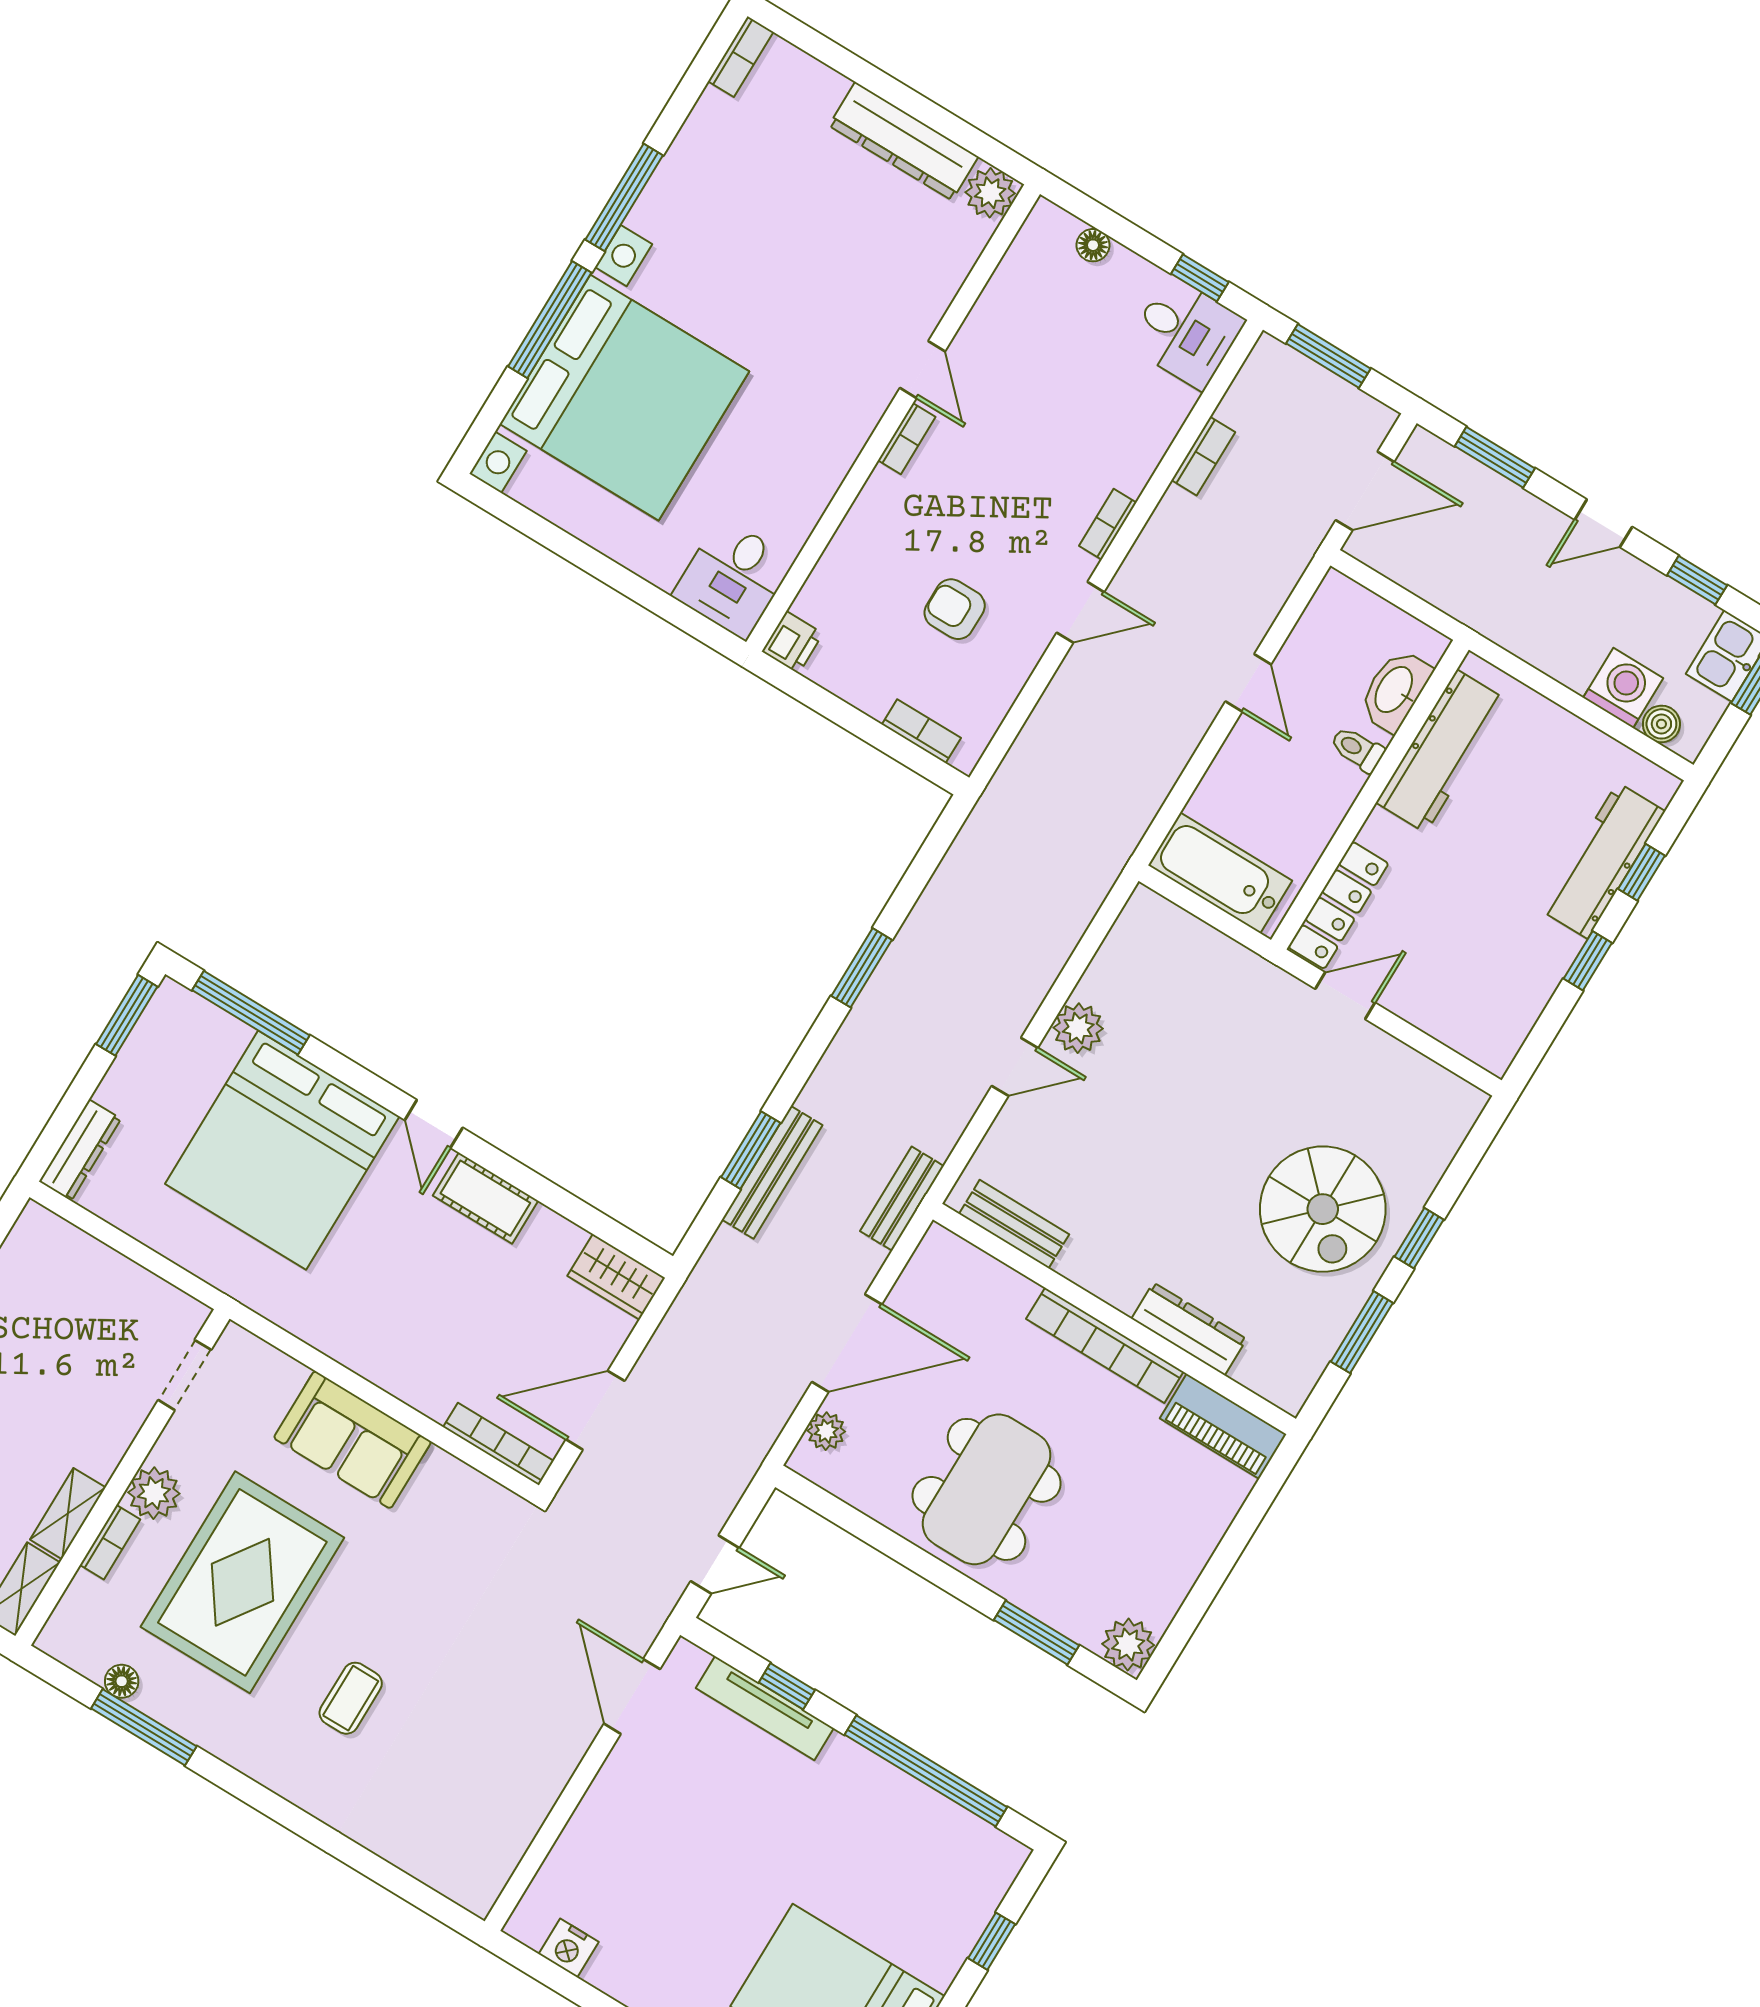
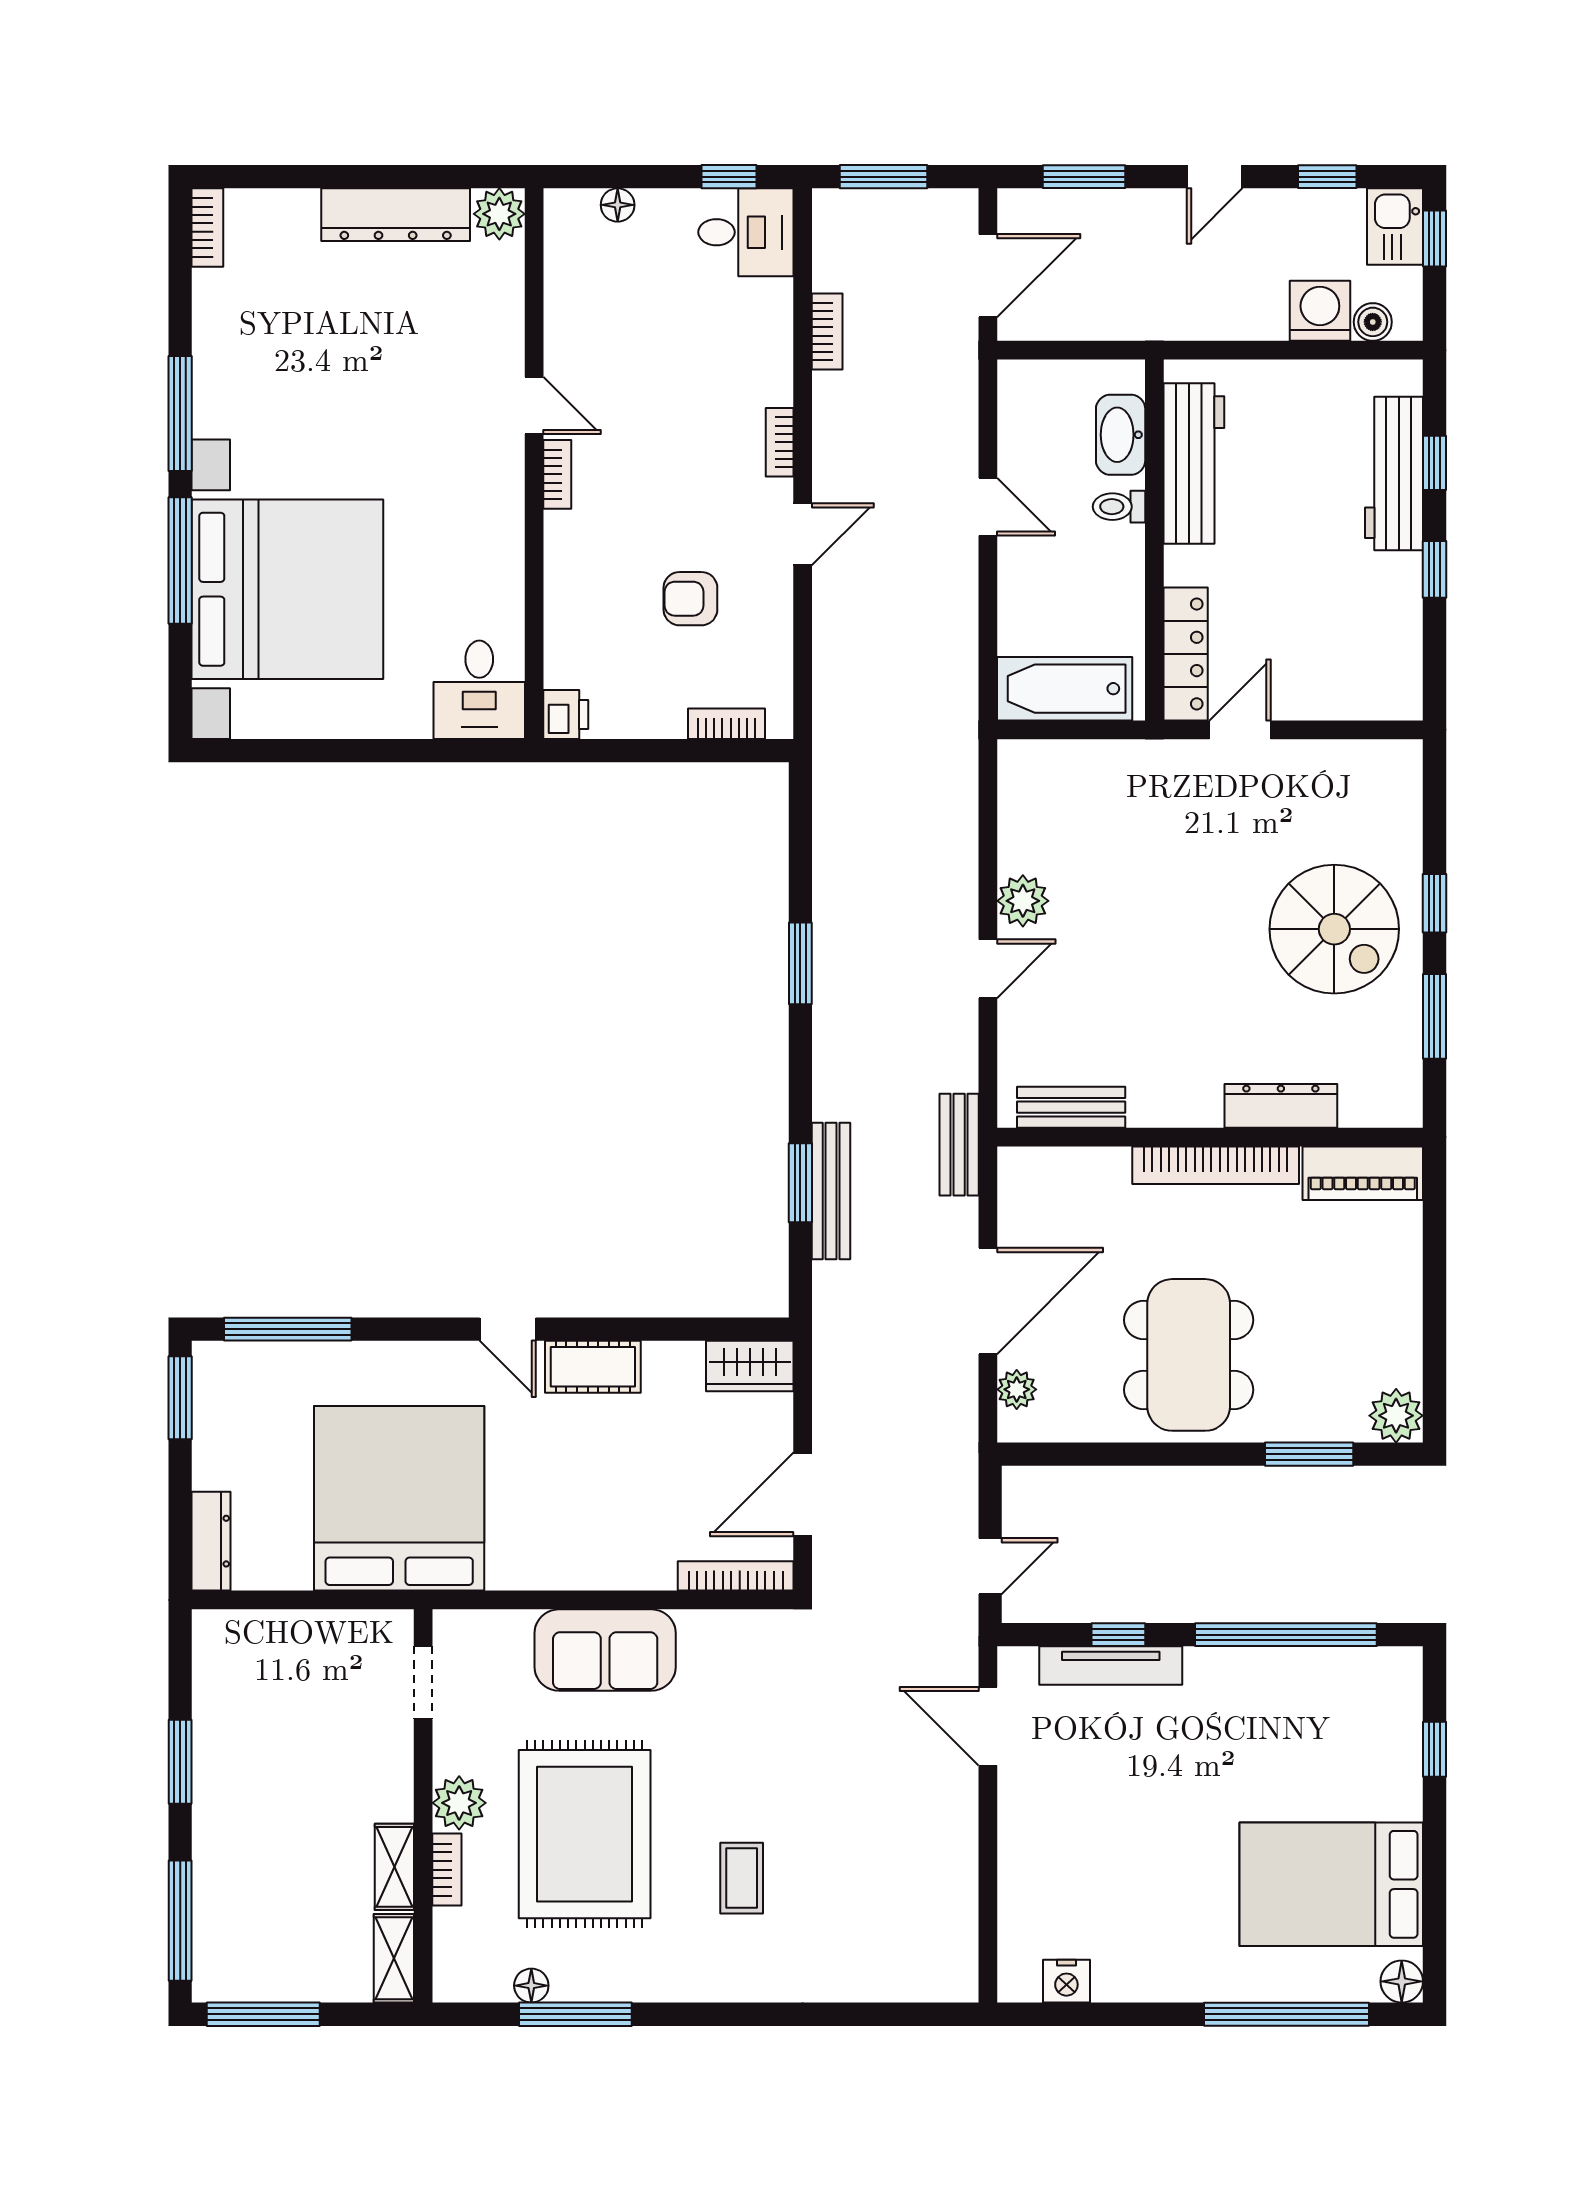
bed: (282, 1150) -> (399, 1498), moved, turned 180

